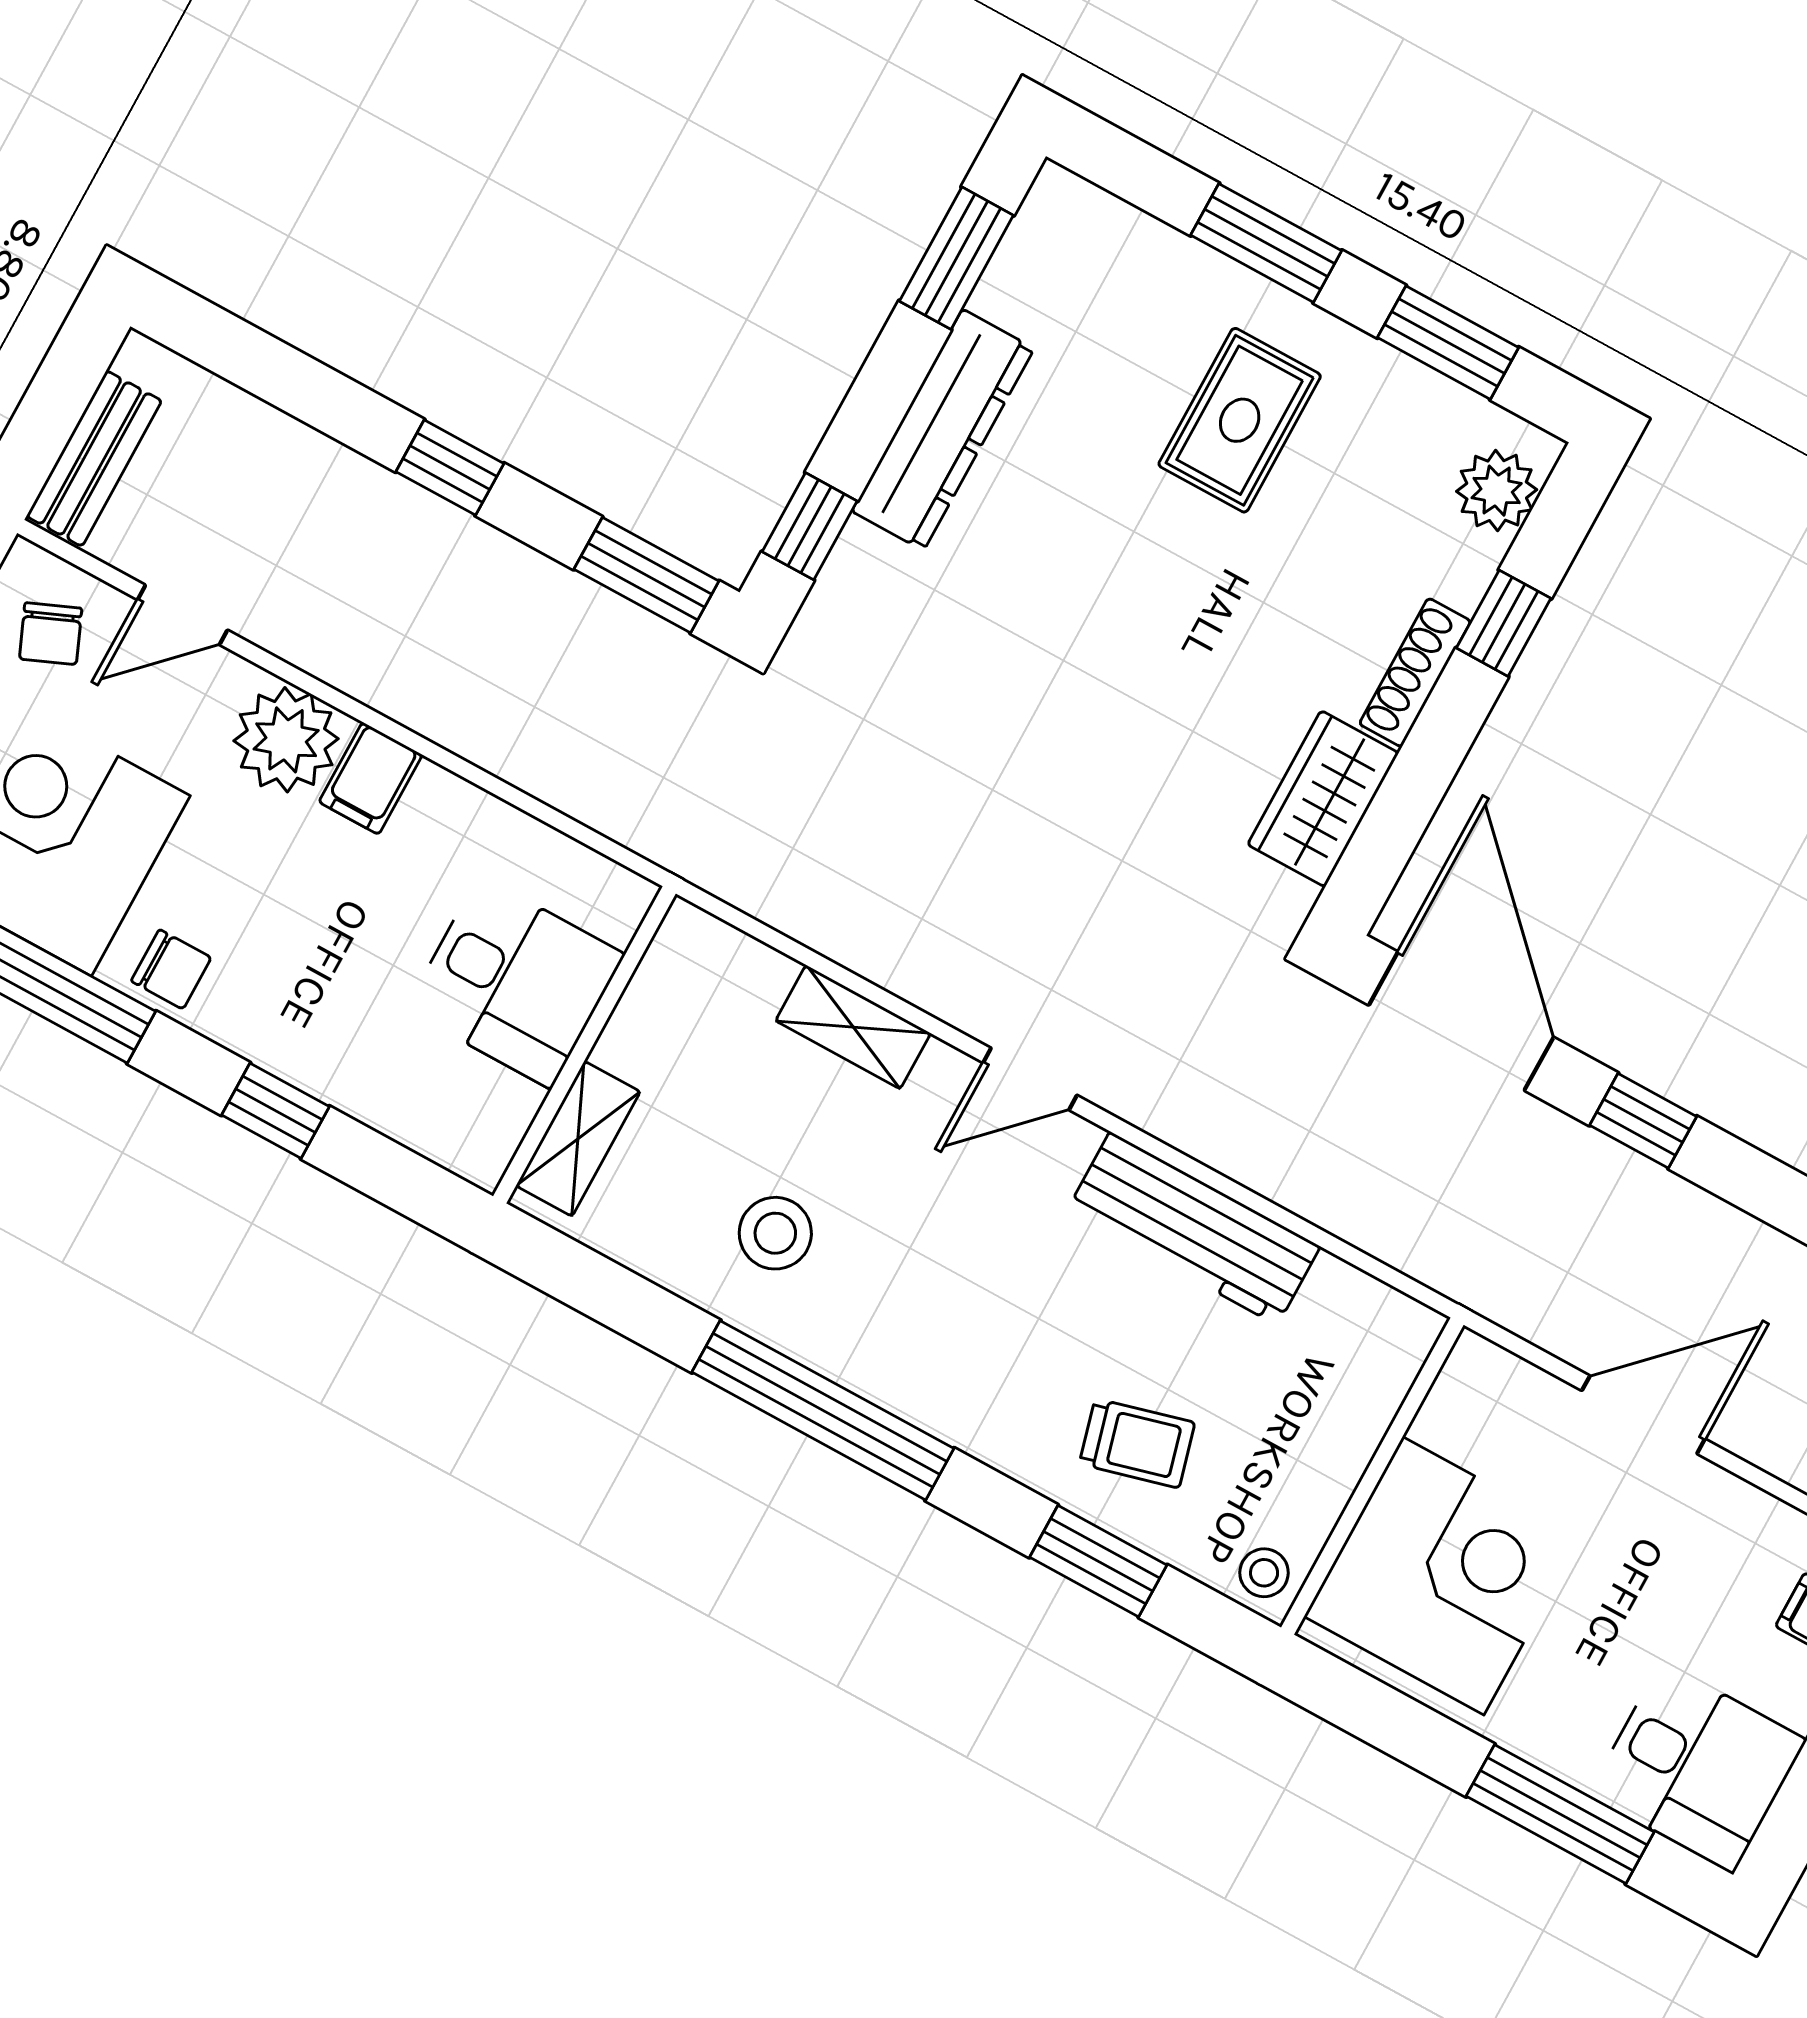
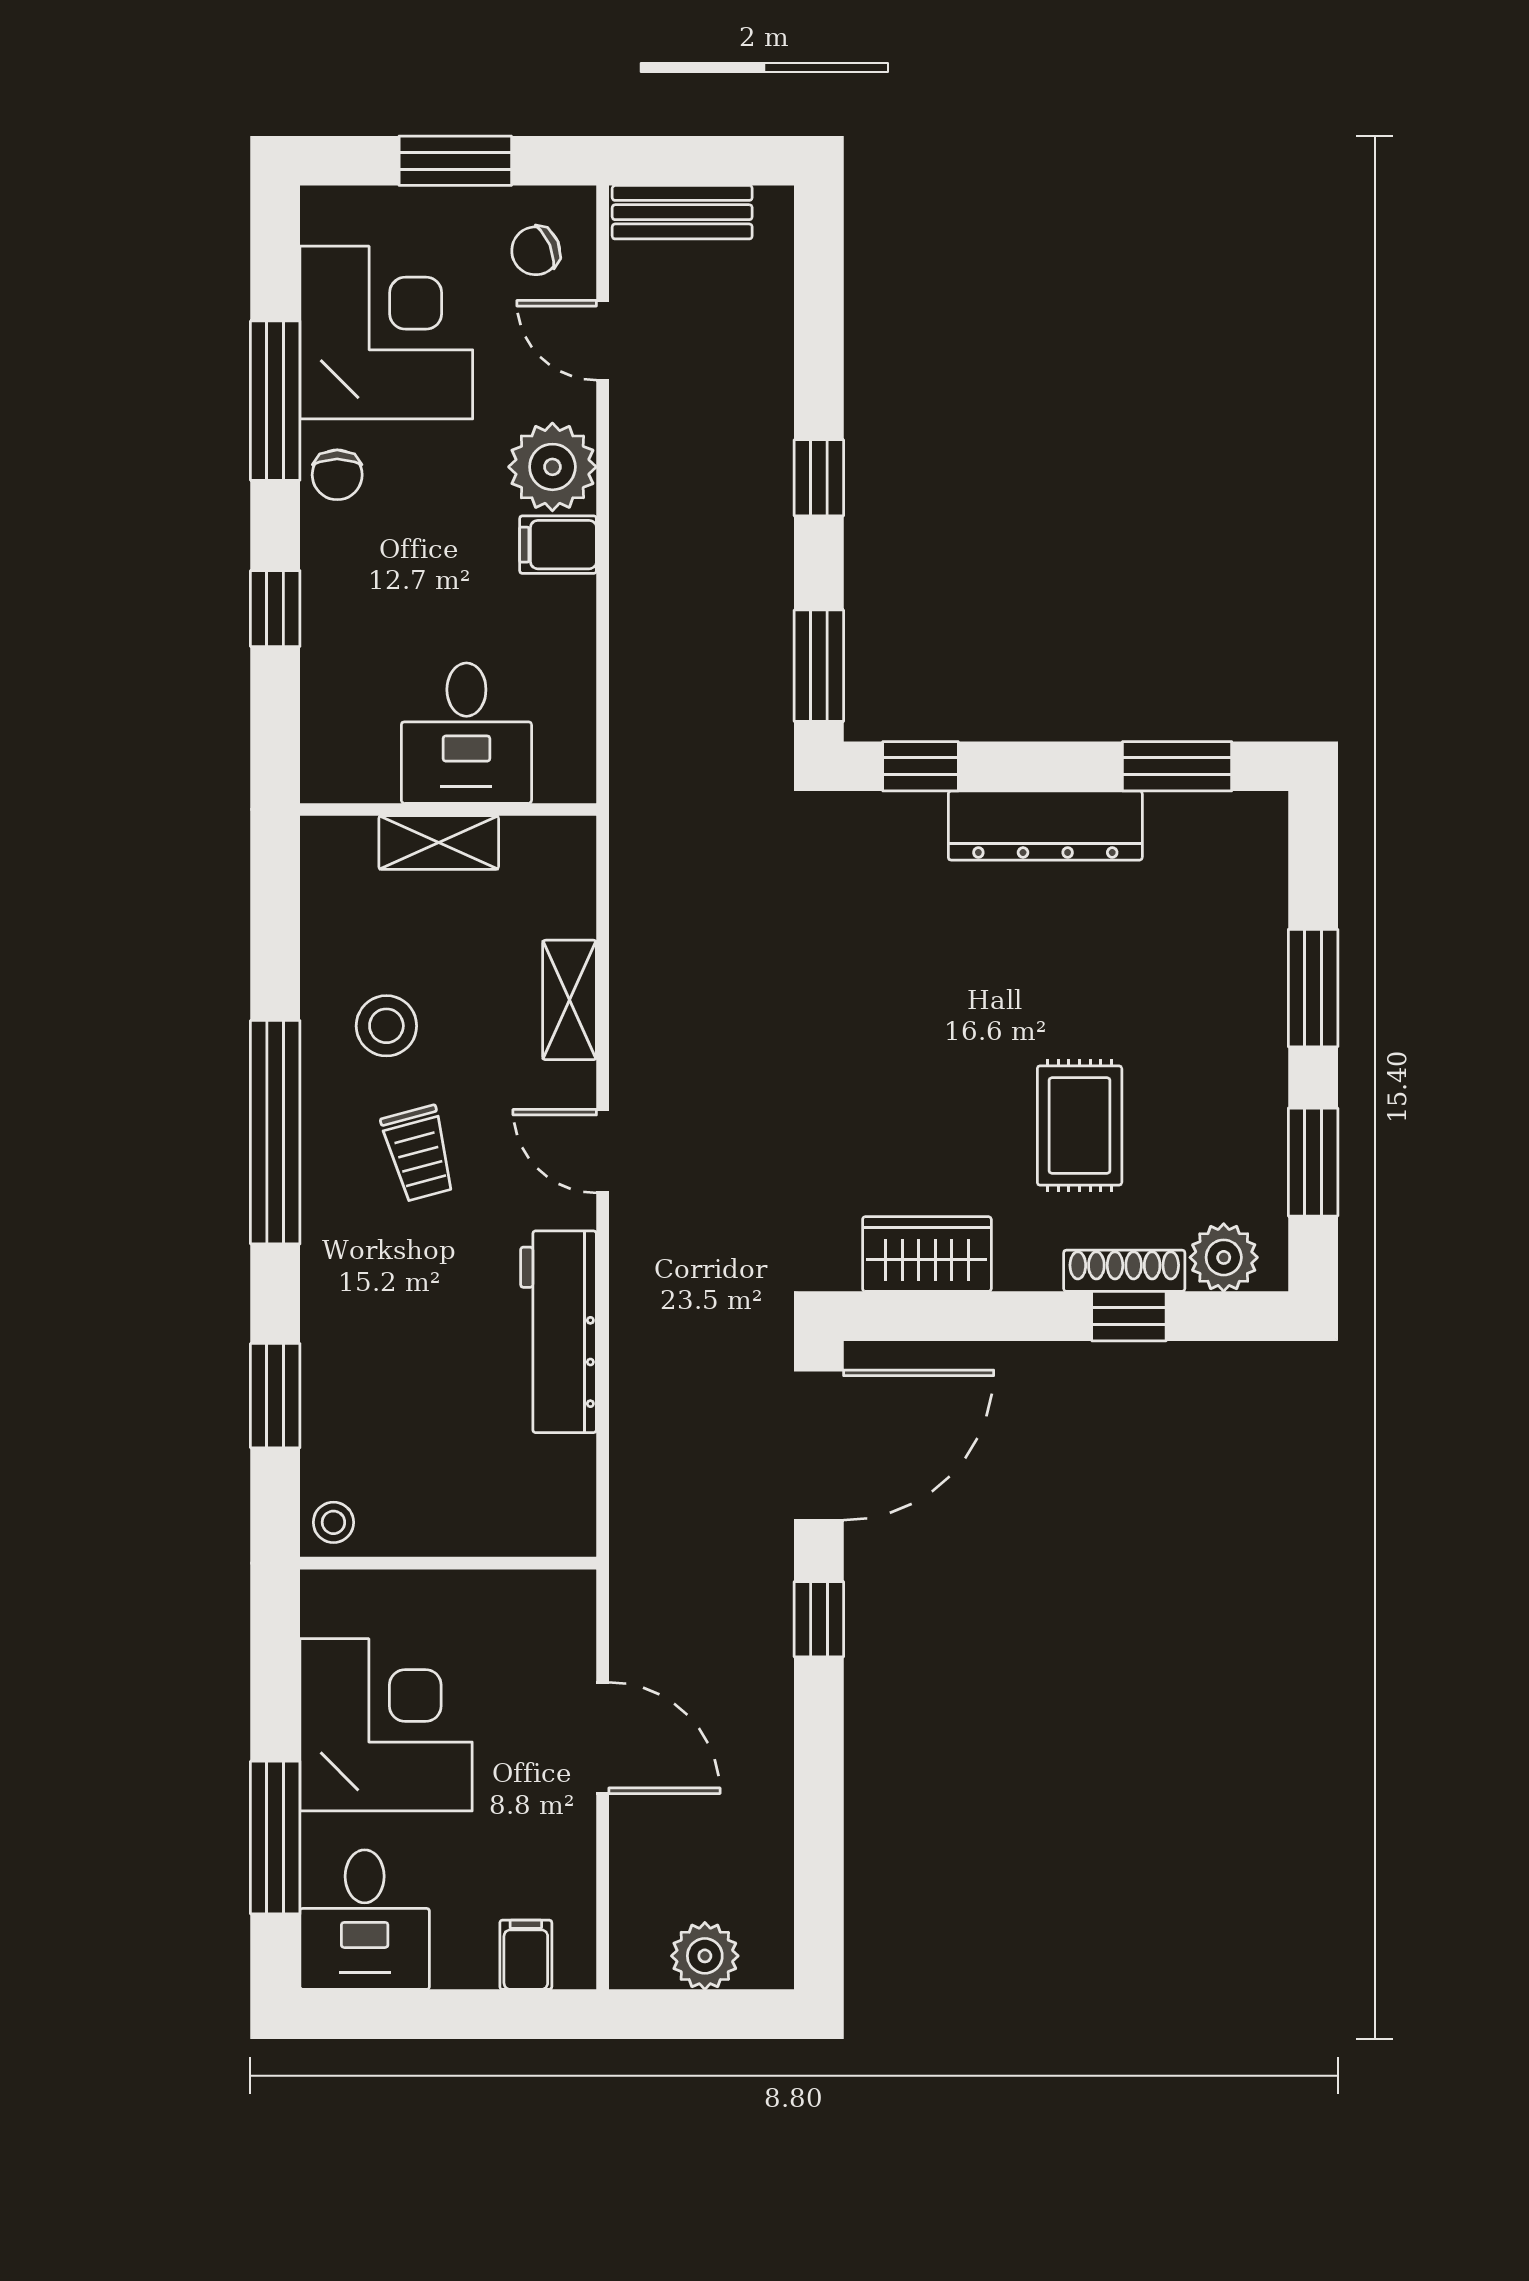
rug: (1240, 420) -> (1080, 1125), moved, turned 90
shoe rack: (1415, 673) -> (1124, 1271), moved
shelving: (578, 1139) -> (439, 843), moved
trolley: (1137, 1443) -> (419, 1153), moved
corner desk: (1443, 1576) -> (386, 1725), moved, turned -90

